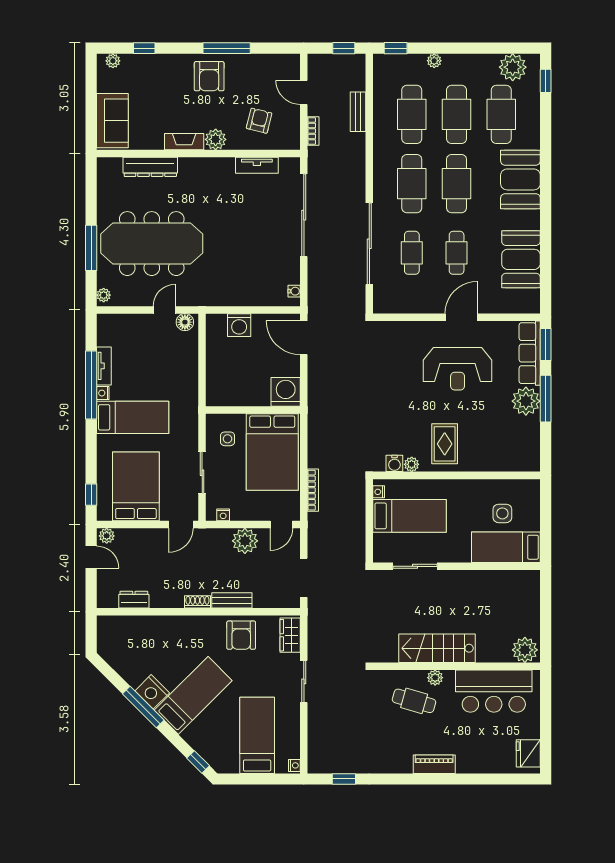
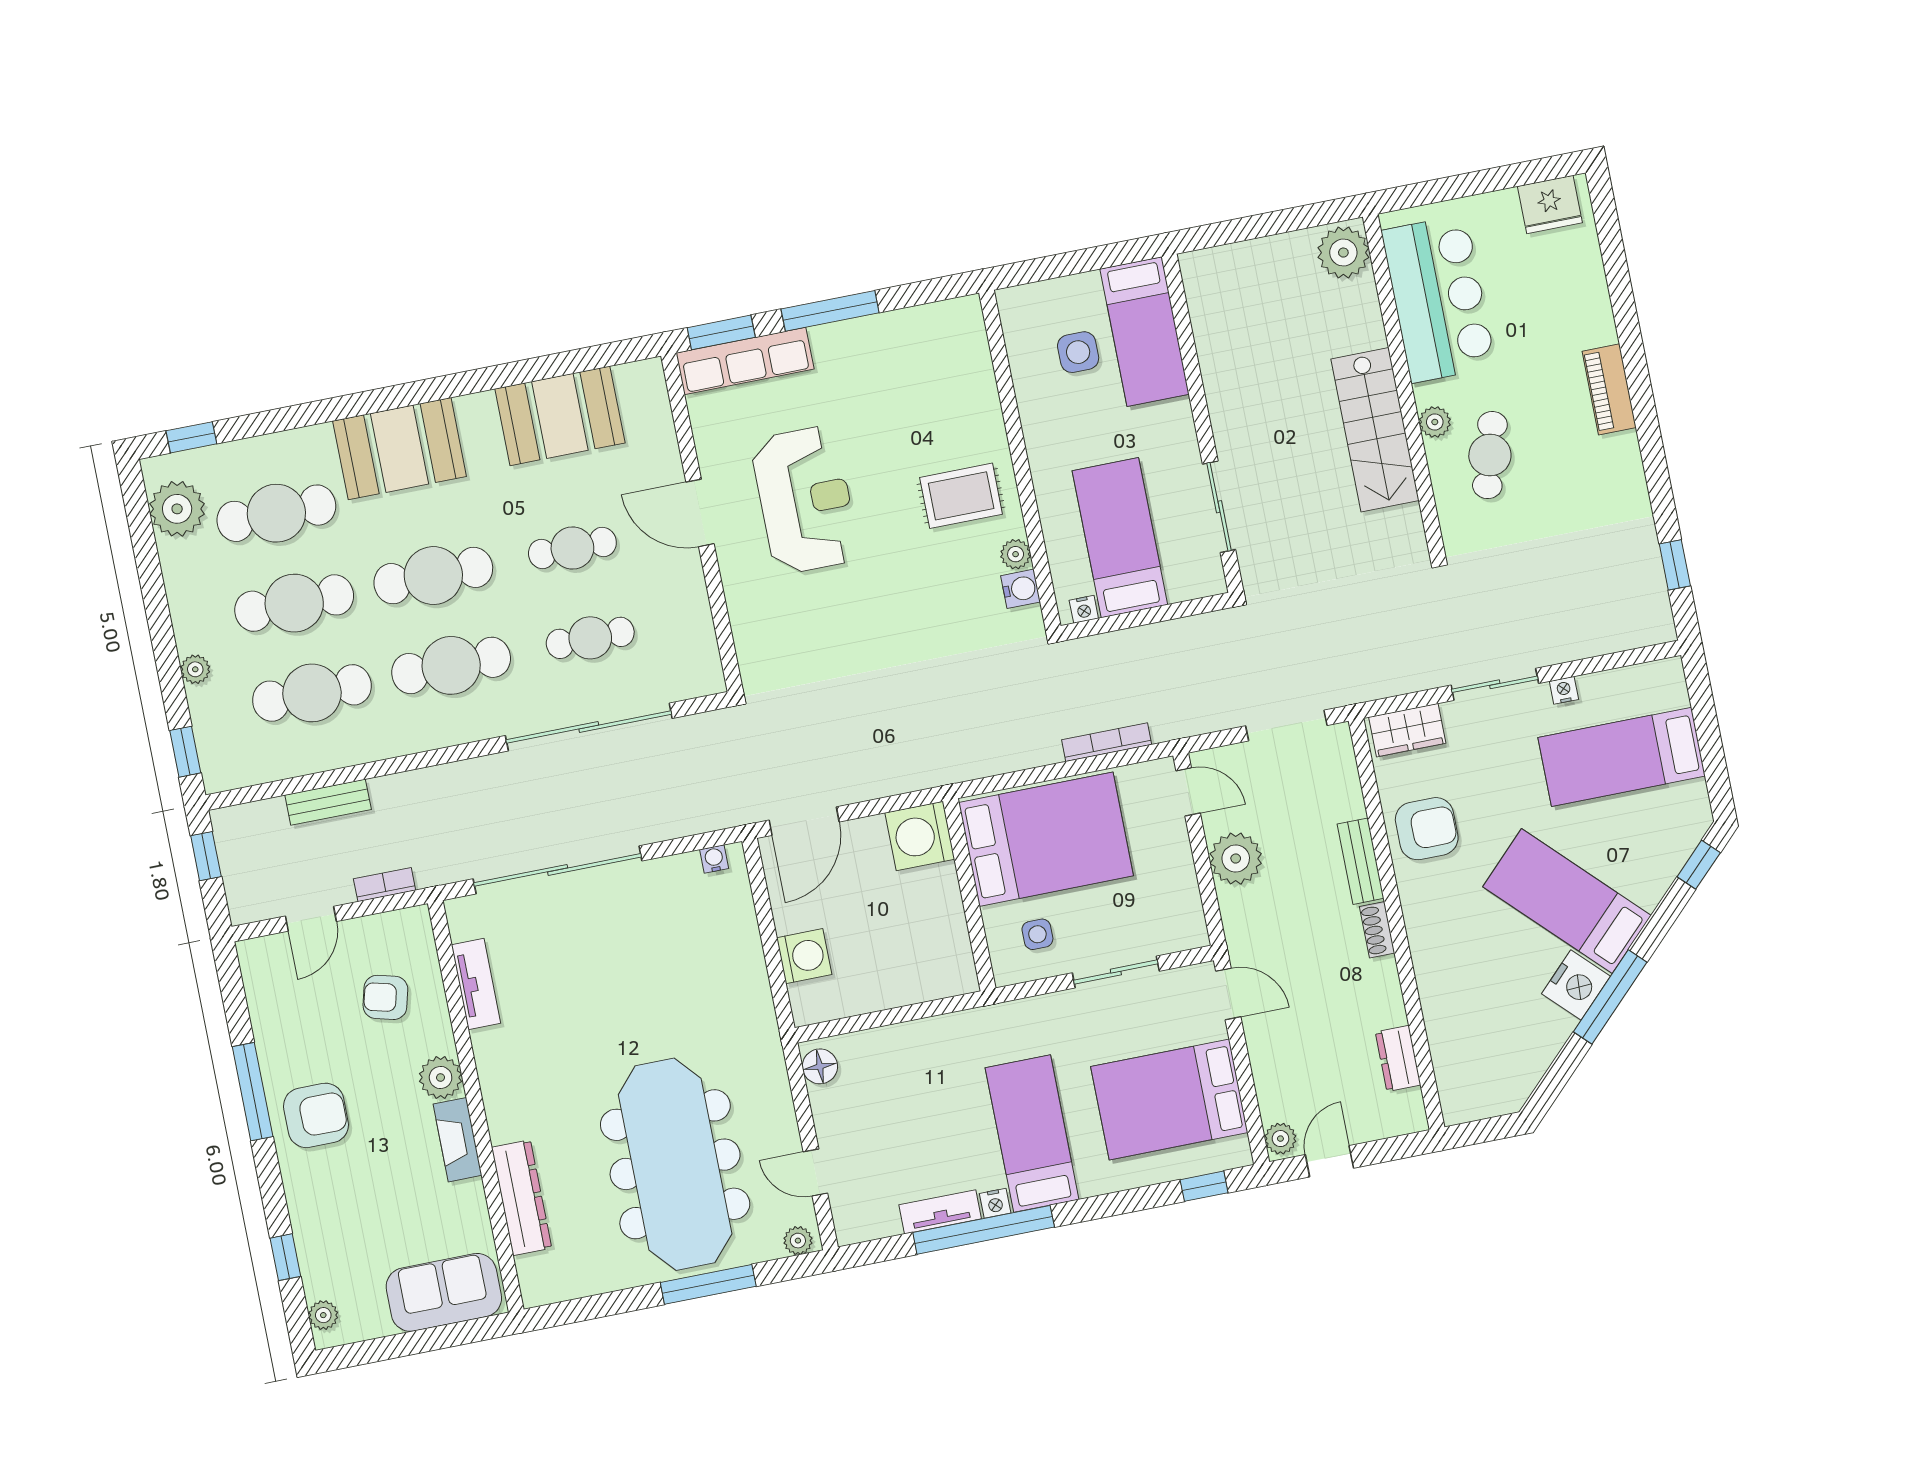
door: (164, 310) -> (815, 1172), moved
plant: (526, 401) -> (843, 349), removed
nightstand: (223, 515) -> (1192, 913), removed
nightstand: (294, 765) -> (1564, 690), moved

